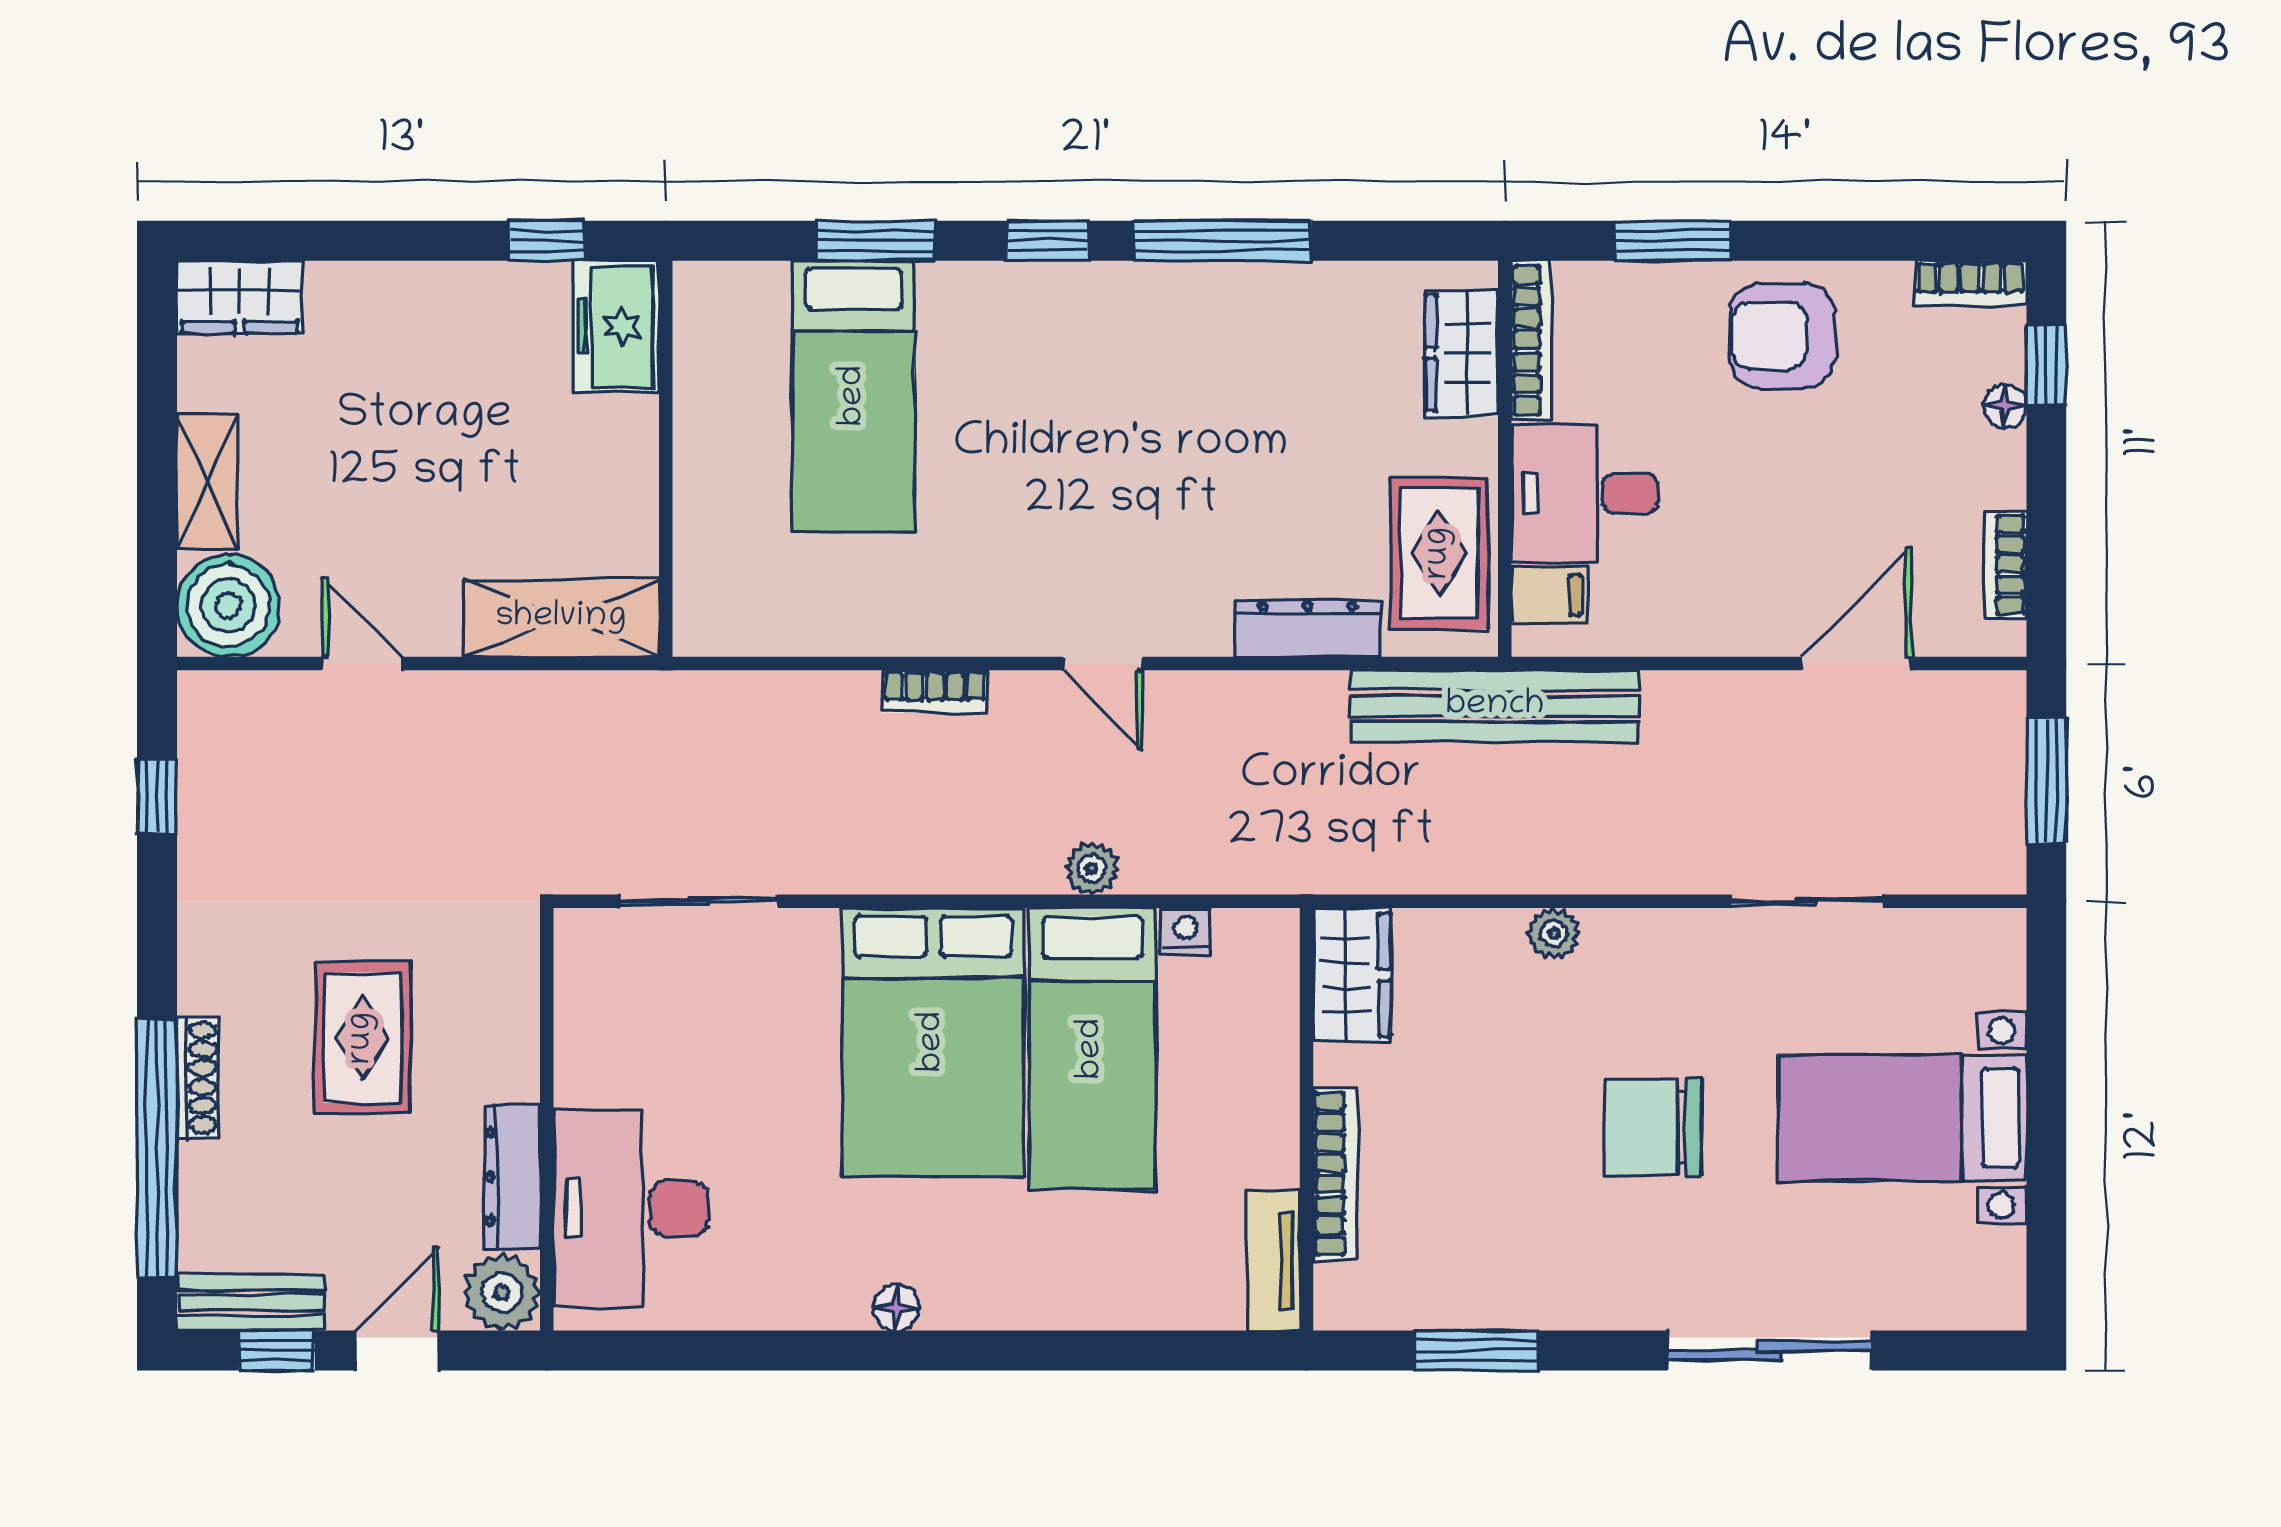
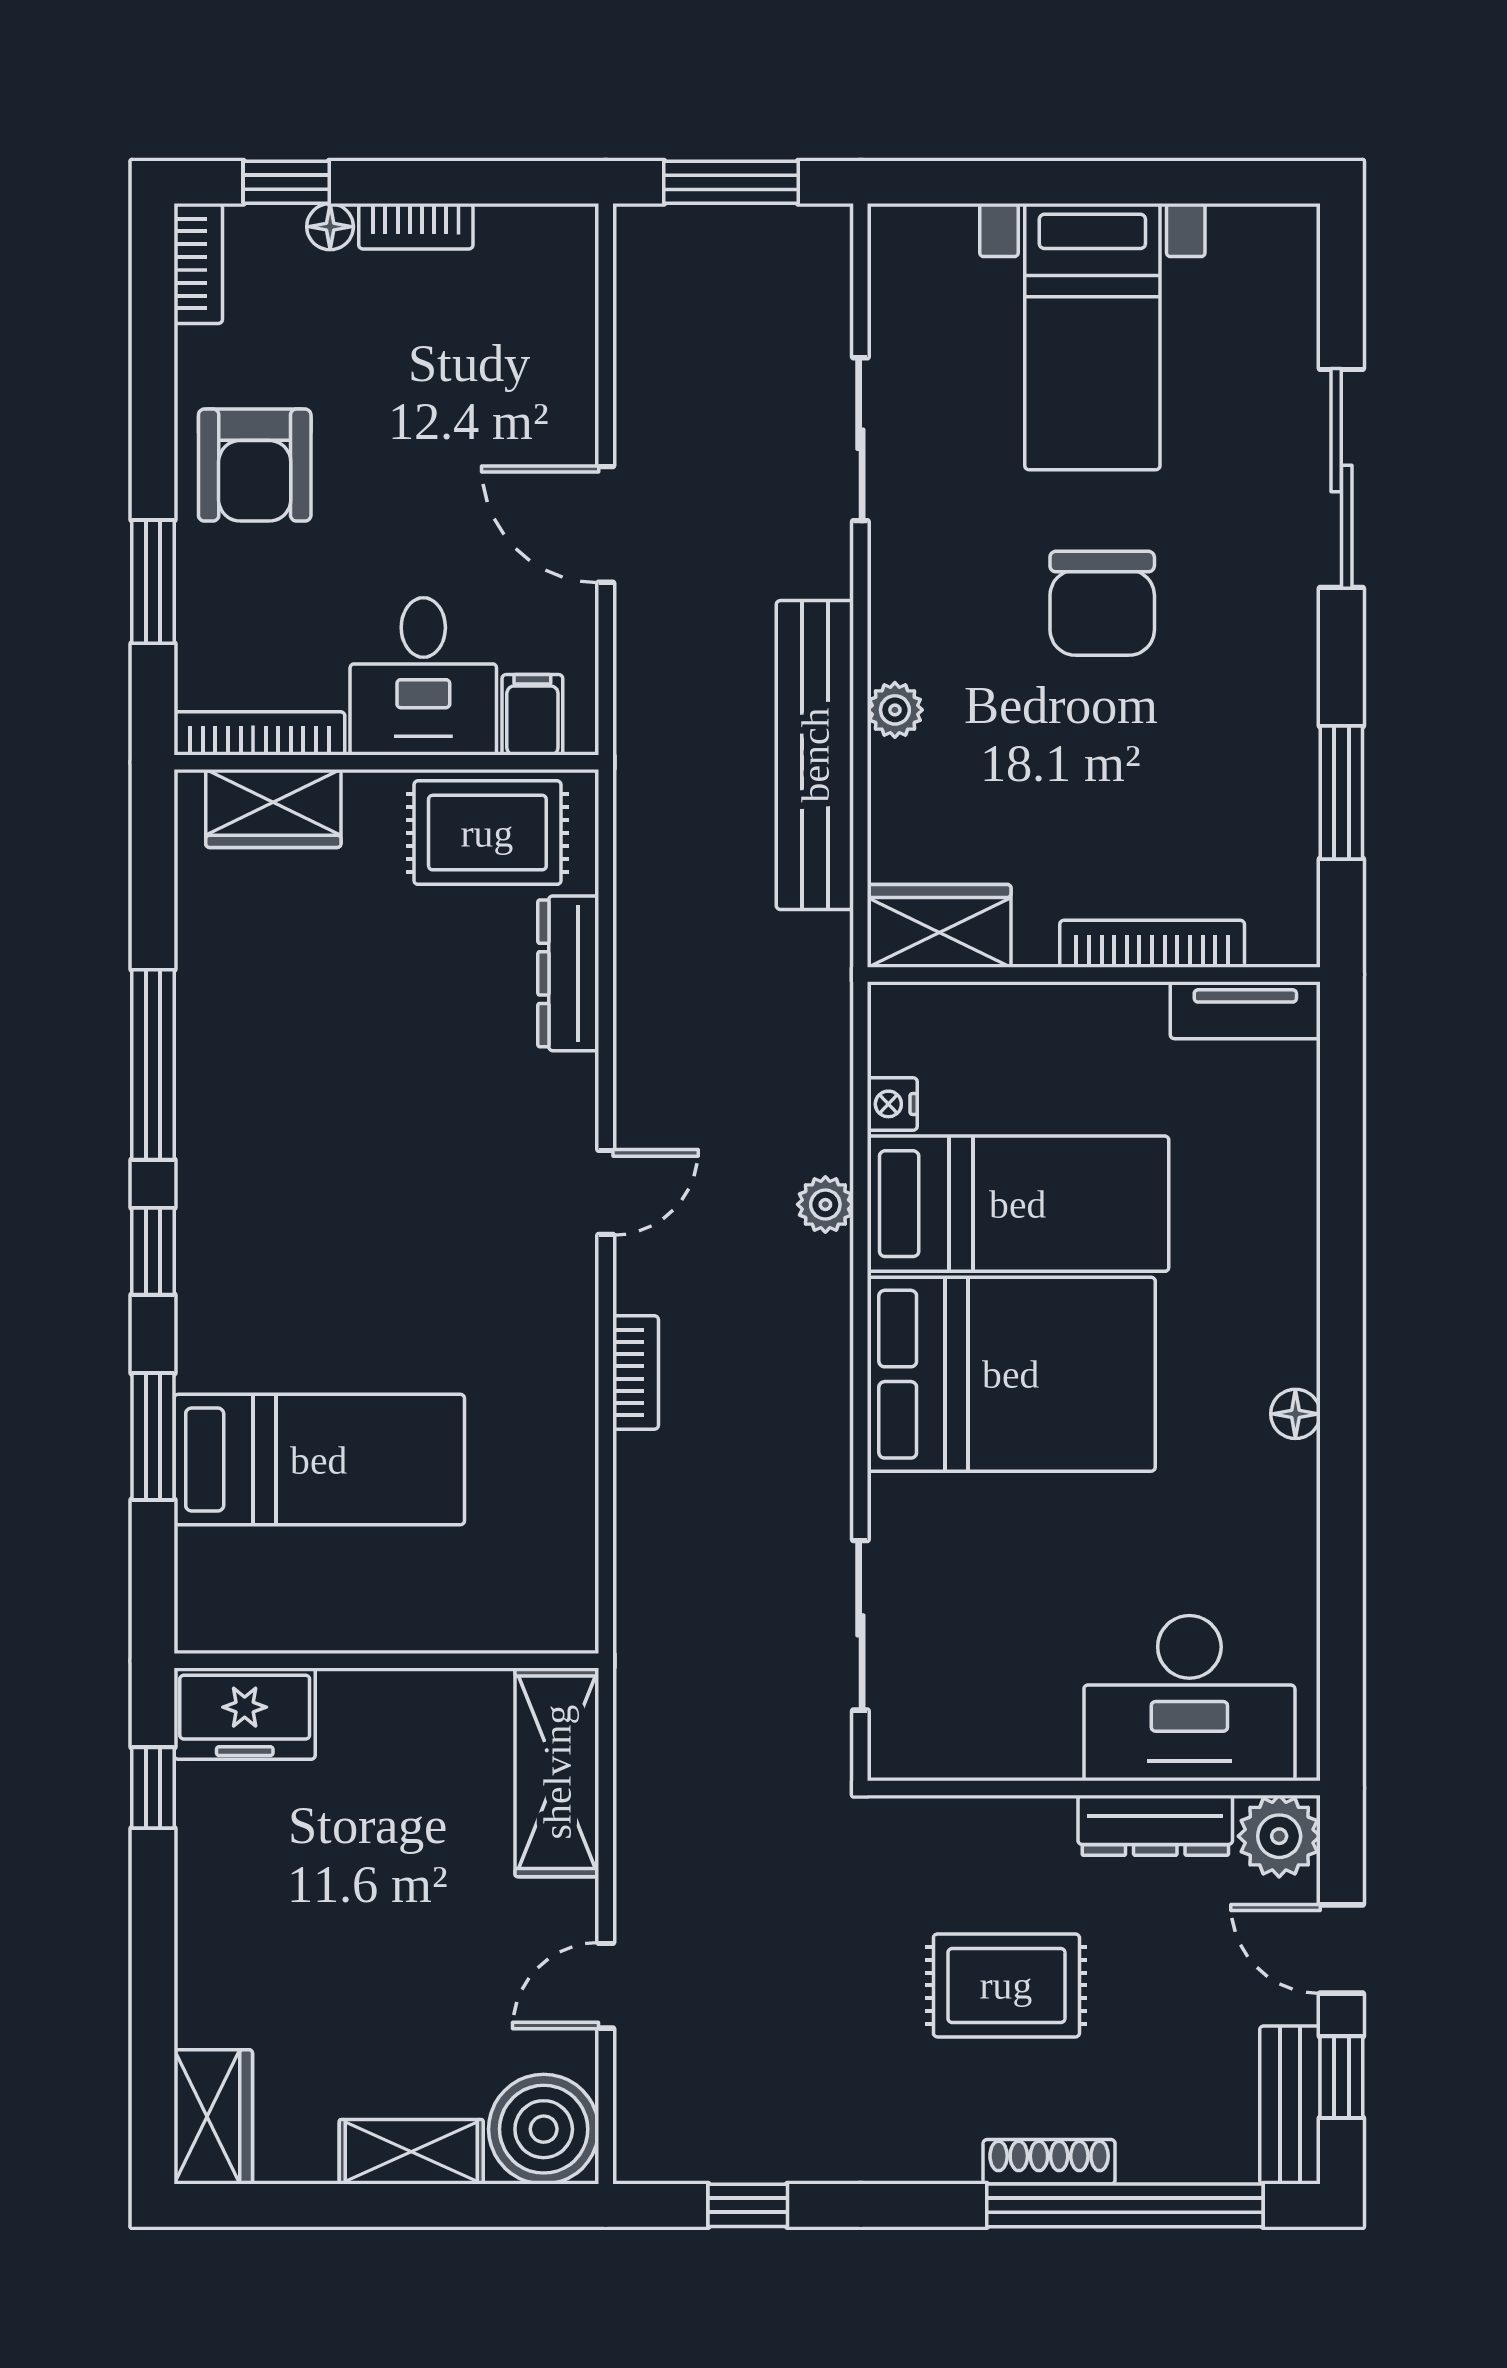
bookcase: (2005, 565) -> (416, 226), moved
door: (1856, 664) -> (606, 524), moved
bench: (1495, 706) -> (815, 755), moved

